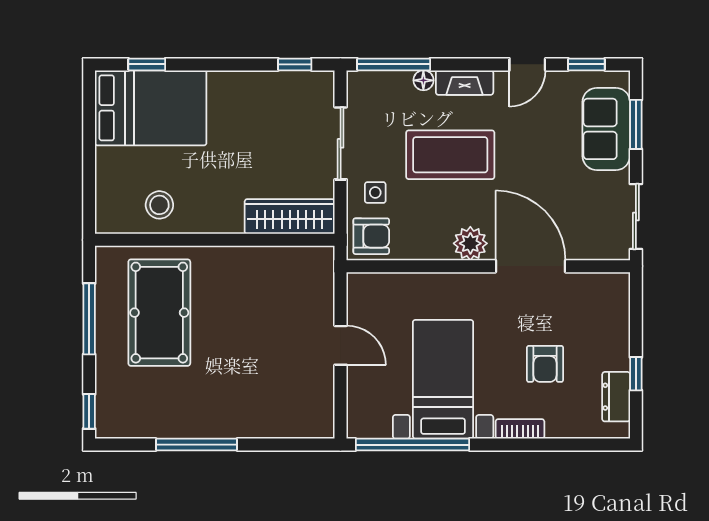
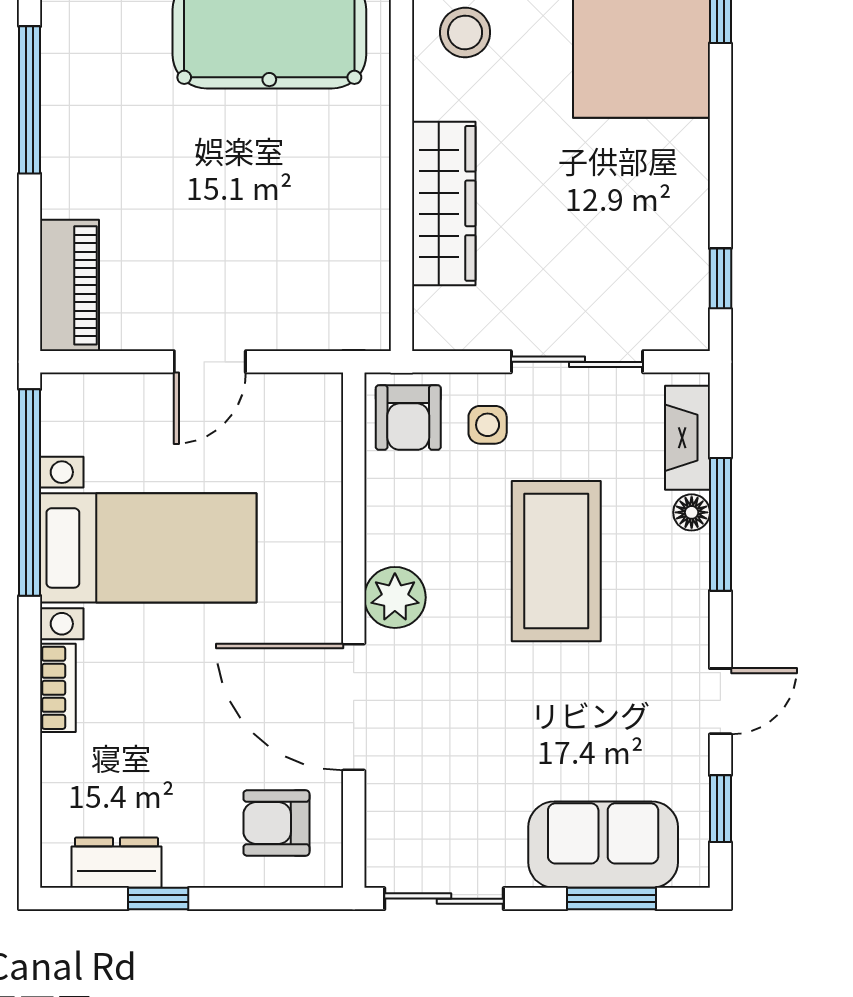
window: (394, 64) -> (720, 524), moved
door: (527, 64) -> (720, 701), swing flipped
fireplace: (465, 83) -> (687, 438), moved
wardrobe: (290, 217) -> (444, 203), moved
door: (531, 266) -> (354, 707), swing flipped
armchair: (545, 364) -> (276, 823), moved
piano: (299, 423) -> (70, 285), added

